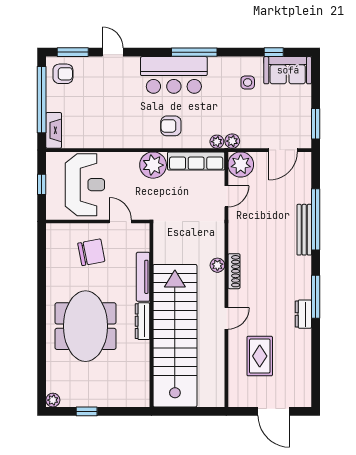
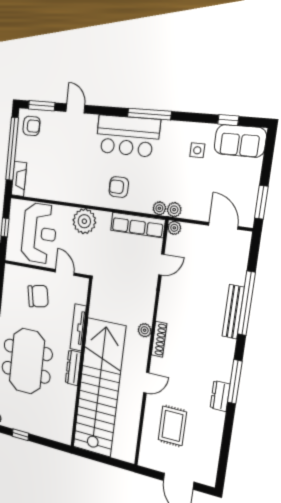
door: (283, 150) -> (223, 226), swing flipped
plant: (241, 164) -> (174, 228), width x0.53, depth x0.53
plant: (153, 165) -> (84, 221), moved

